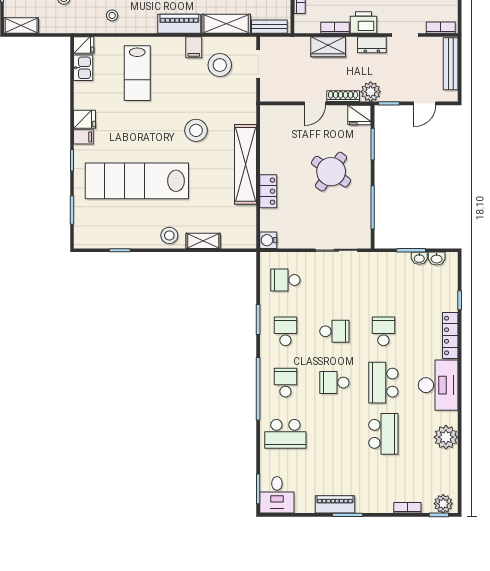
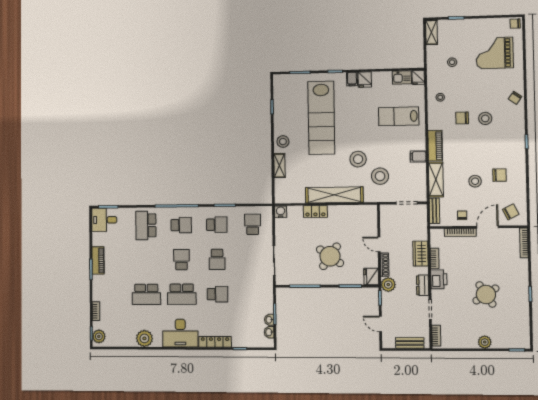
bench: (451, 64) -> (410, 343), width x0.73
stool: (220, 65) -> (380, 176), moved
lab bench: (137, 181) -> (321, 118), turned 180
school desk: (383, 383) -> (182, 294), turned 180

